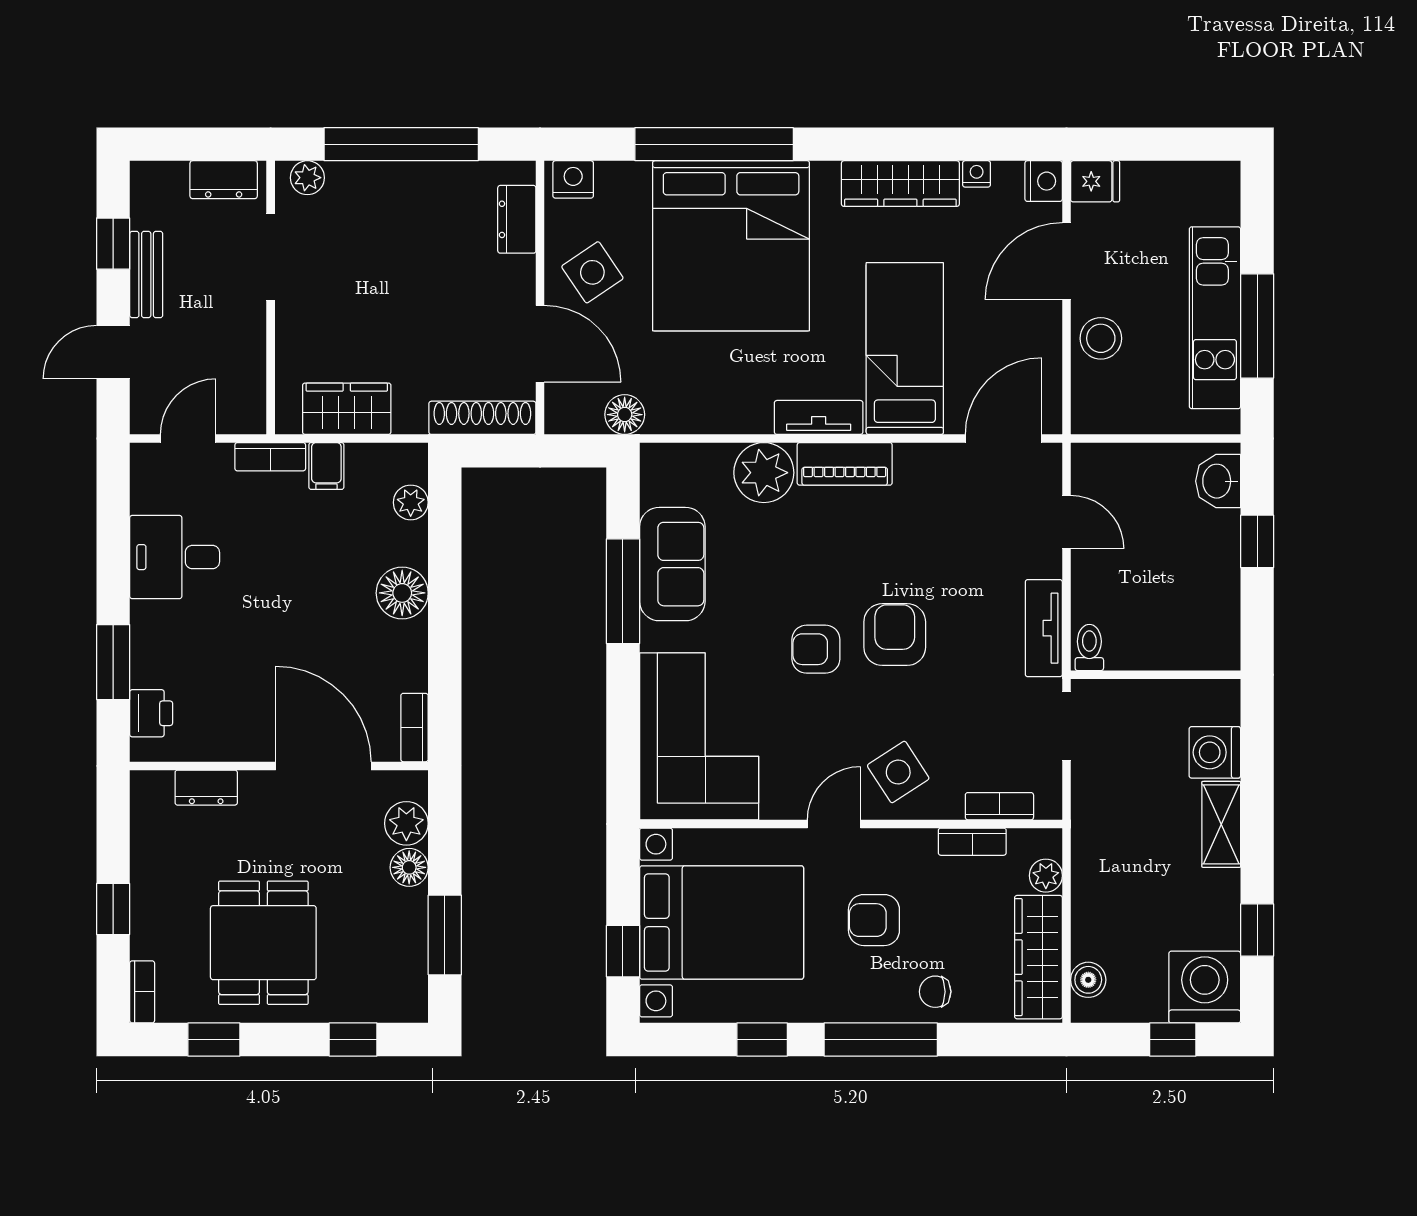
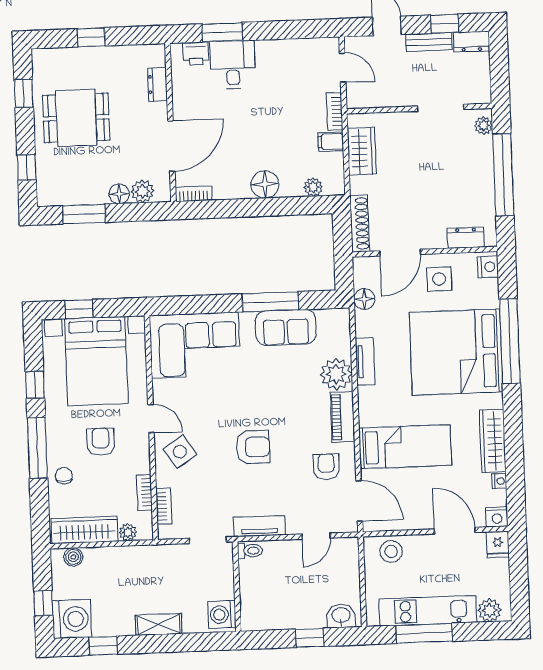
dresser: (224, 180) -> (472, 42), moved, turned -90
plant: (1219, 202) -> (490, 610), added
side table: (592, 272) -> (439, 279), turned 34
stool: (1101, 338) -> (391, 551), moved
tv unit: (819, 417) -> (365, 361), moved
desk: (175, 557) -> (233, 65), moved
armchair: (816, 649) -> (326, 467), moved
washing machine: (1215, 752) -> (222, 615), moved, turned -90
bookcase: (142, 992) -> (48, 54), removed

